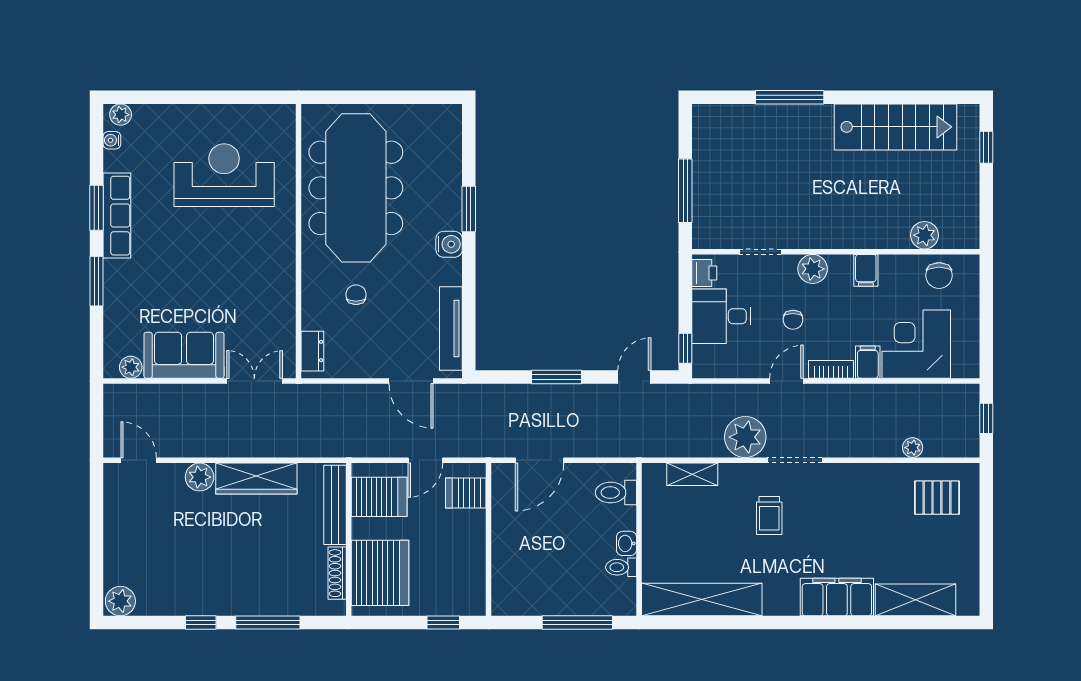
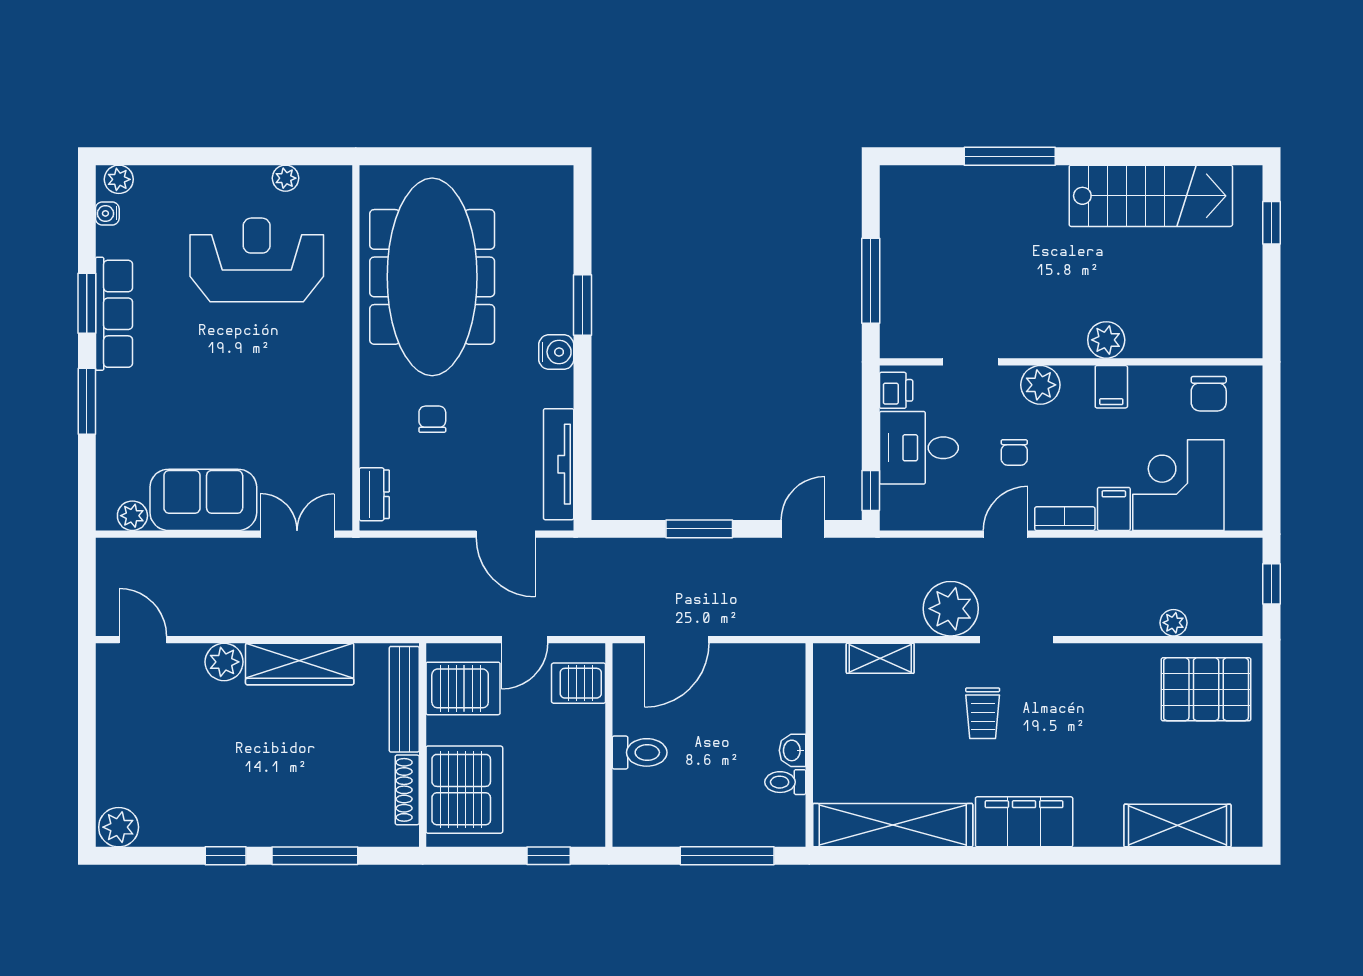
plant: (246, 114) -> (286, 178), added
plant: (925, 235) -> (1106, 340), moved
toilet: (616, 493) -> (640, 752), moved, turned 180
pallet: (937, 498) -> (1206, 689), width x1.50, depth x1.42
filing cabinet: (837, 597) -> (1024, 822), moved

